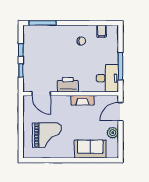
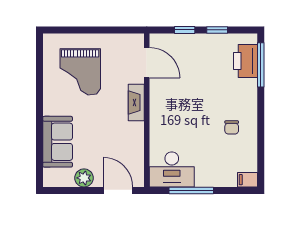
filing cabinet: (102, 31) -> (248, 180), moved
printer: (68, 85) -> (246, 61), moved, turned 180
door: (41, 94) -> (147, 63), swing flipped
fireplace: (83, 100) -> (136, 103), moved

